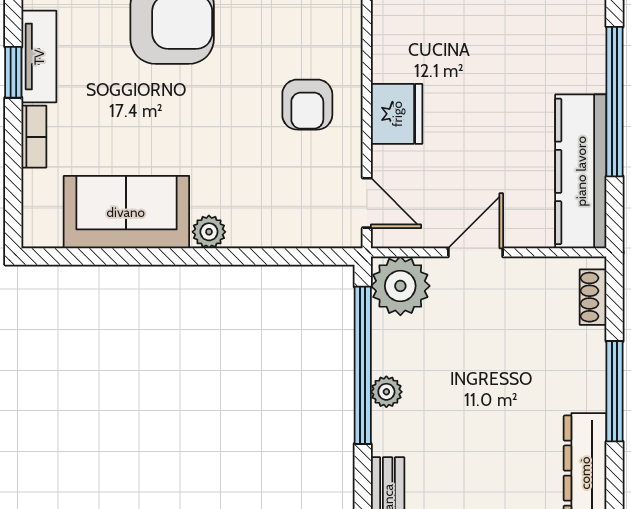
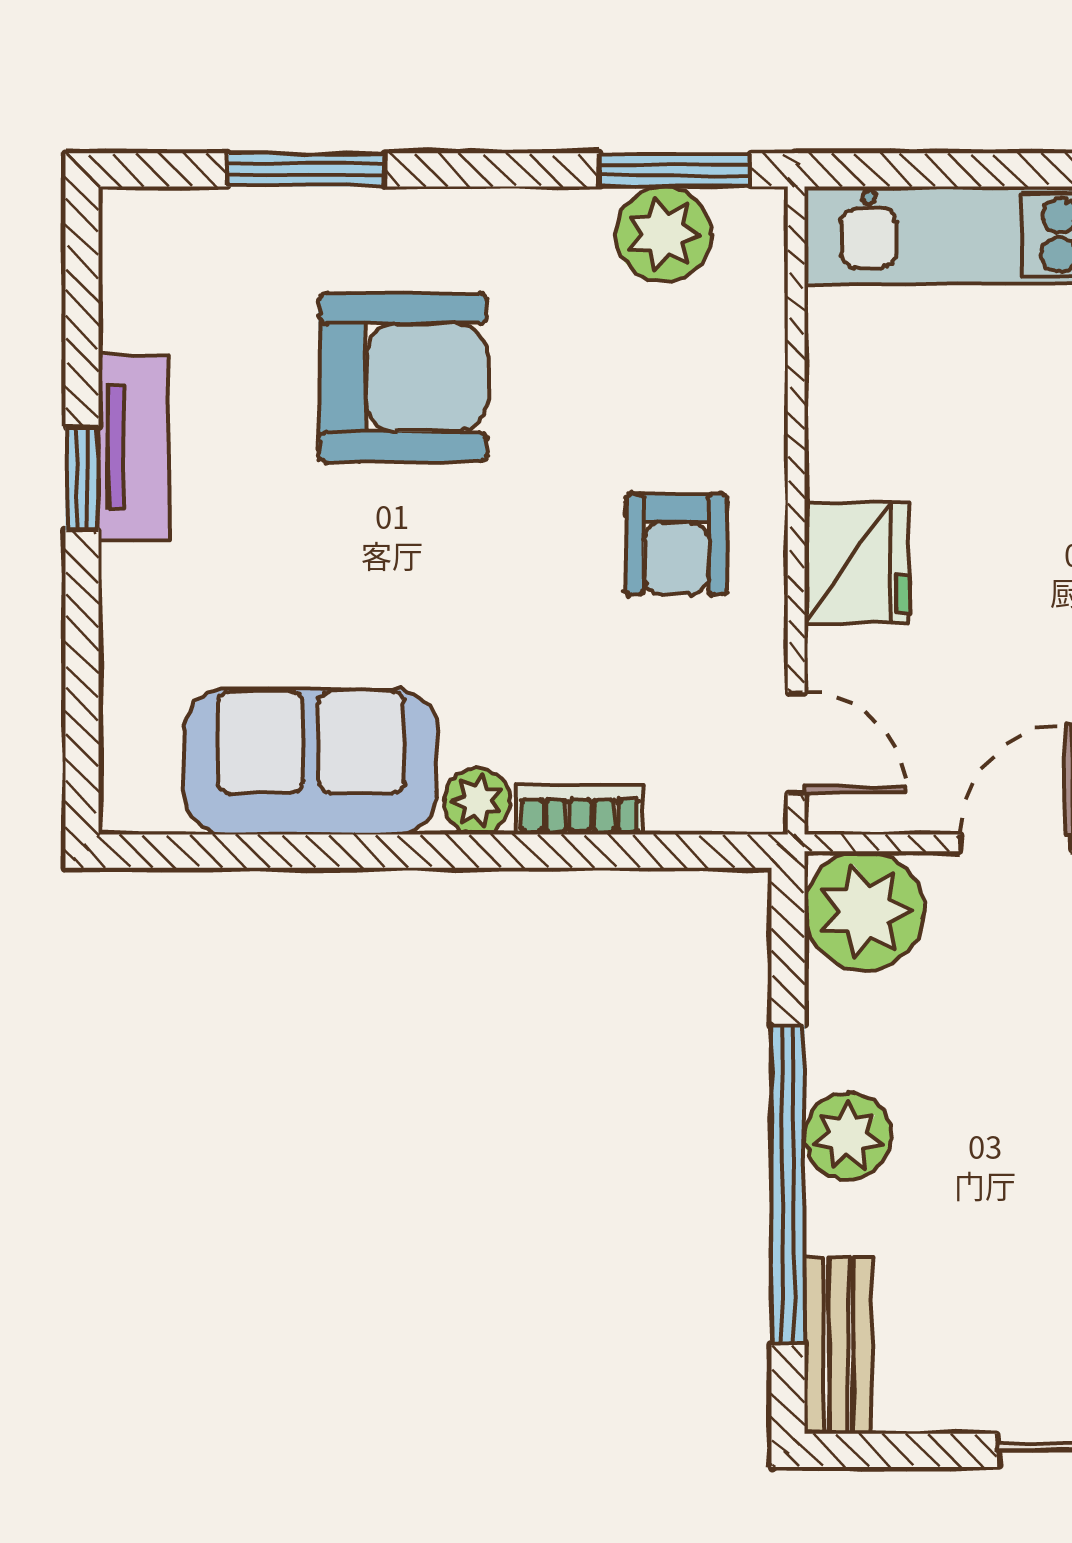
bookcase: (34, 137) -> (580, 810), moved, turned -90
window: (363, 365) -> (788, 1185), moved
plant: (386, 392) -> (848, 1136), width x1.38, depth x1.38

